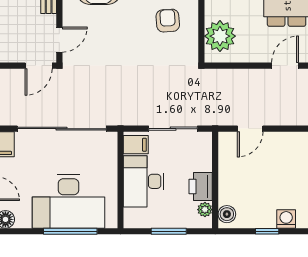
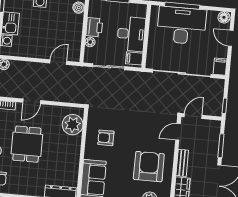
armchair: (168, 21) -> (106, 138), turned 94
plant: (205, 210) -> (90, 42), moved

